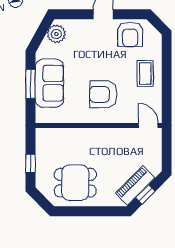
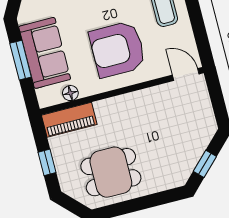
armchair: (103, 94) -> (117, 49), width x1.36, depth x1.36
floor lamp: (61, 117) -> (70, 93), added
piano: (135, 186) -> (69, 120), moved, turned -135

